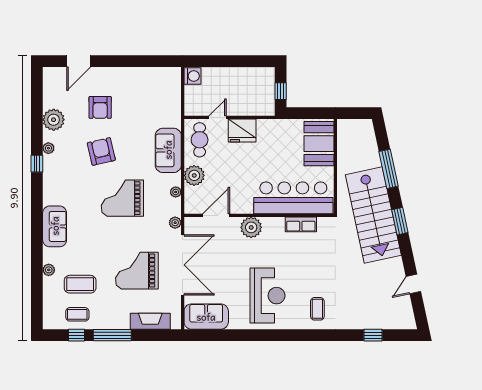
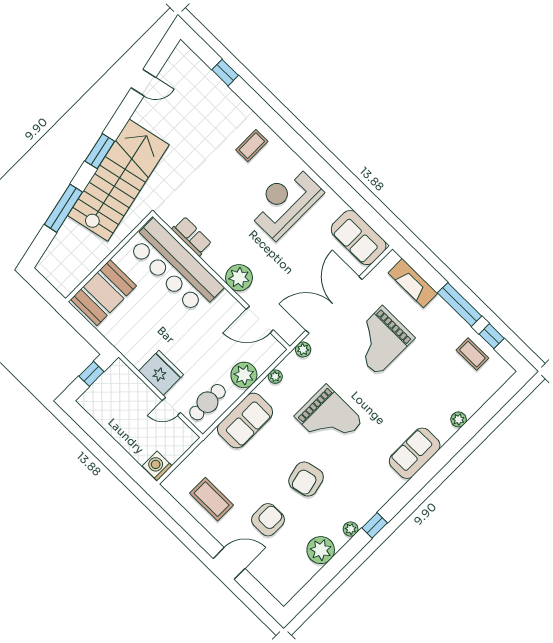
door: (79, 61) -> (229, 563), moved
grand piano: (137, 271) -> (380, 340), turned 90
coffee table: (80, 284) -> (212, 499), moved

